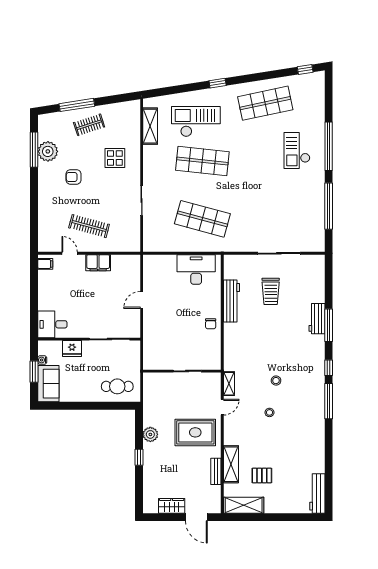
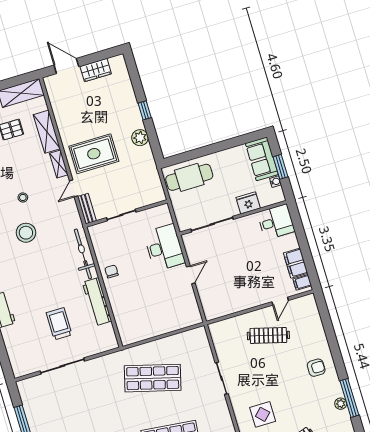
plant: (48, 151) -> (341, 404), width x0.53, depth x0.53
armchair: (73, 177) -> (316, 368), moved
door: (70, 253) -> (280, 301), hinge flipped
filing cabinet: (98, 263) -> (296, 263), moved, turned -90
desk: (196, 270) -> (164, 248), moved, turned -90
bicycle: (231, 347) -> (83, 254), added
stool: (276, 381) -> (26, 233), width x1.89, depth x1.89
shelving: (229, 384) -> (59, 164), moved
cafe table: (117, 386) -> (189, 177), width x1.37, depth x1.35
bench: (216, 471) -> (87, 209), moved

